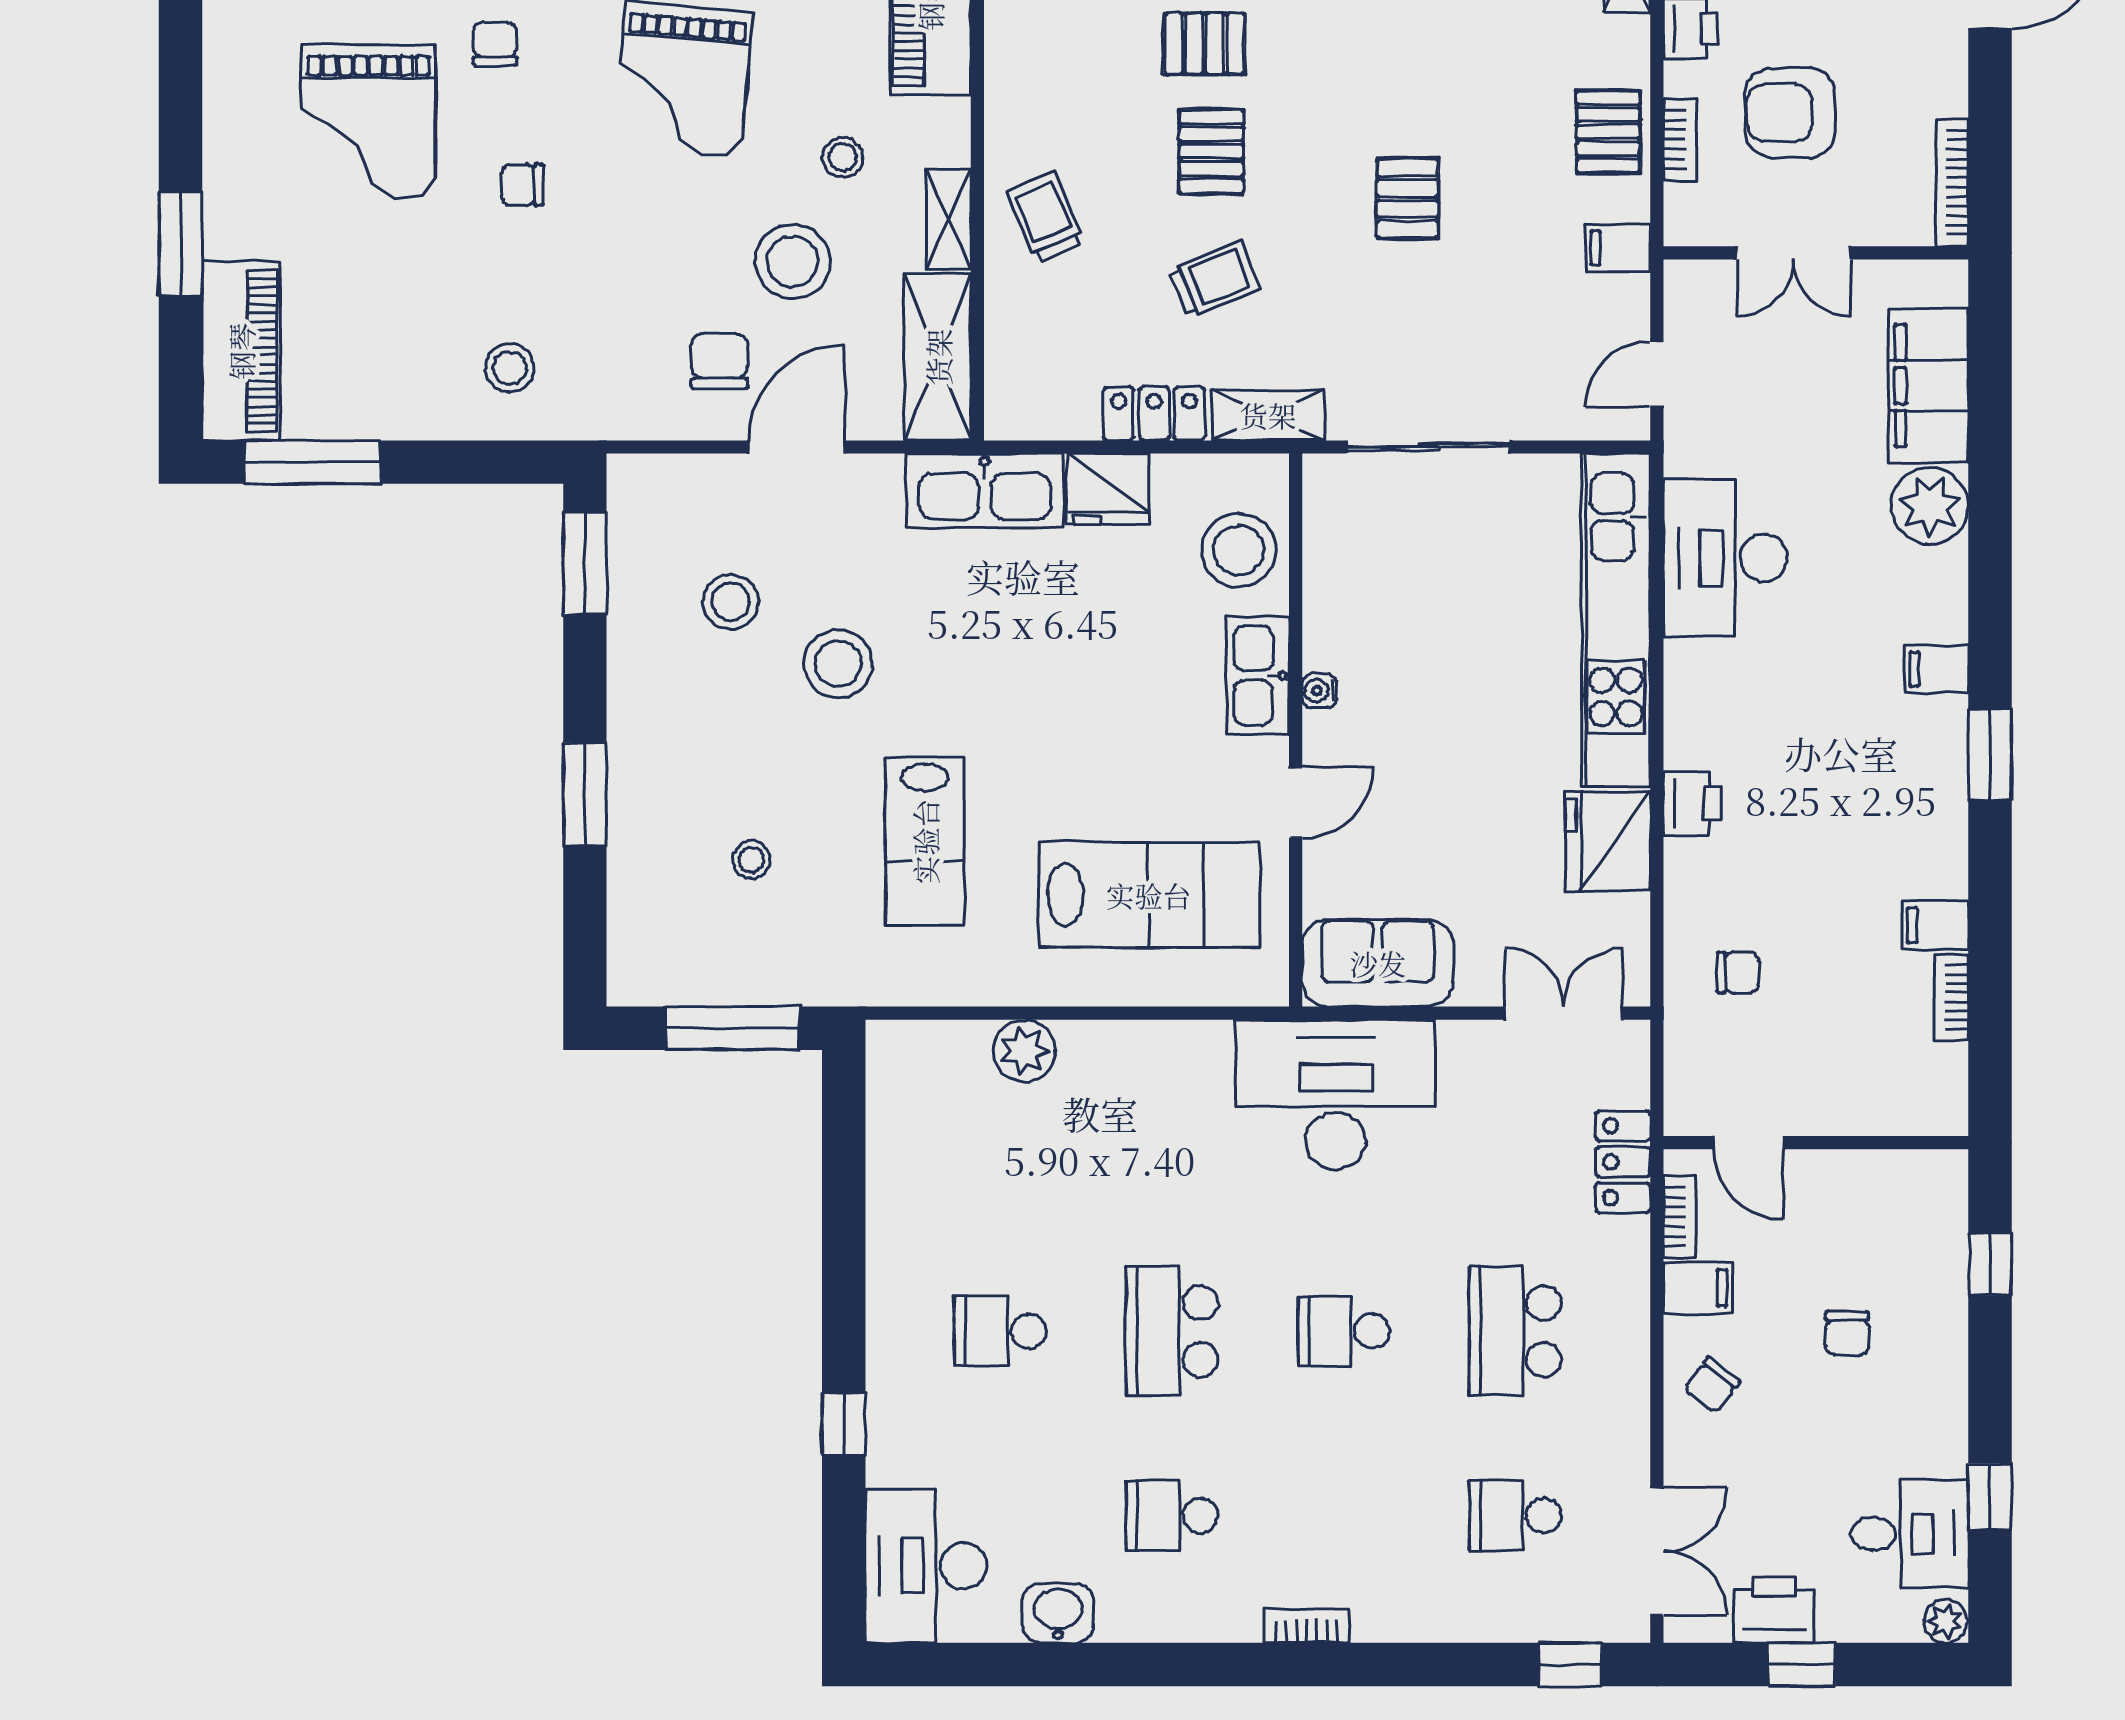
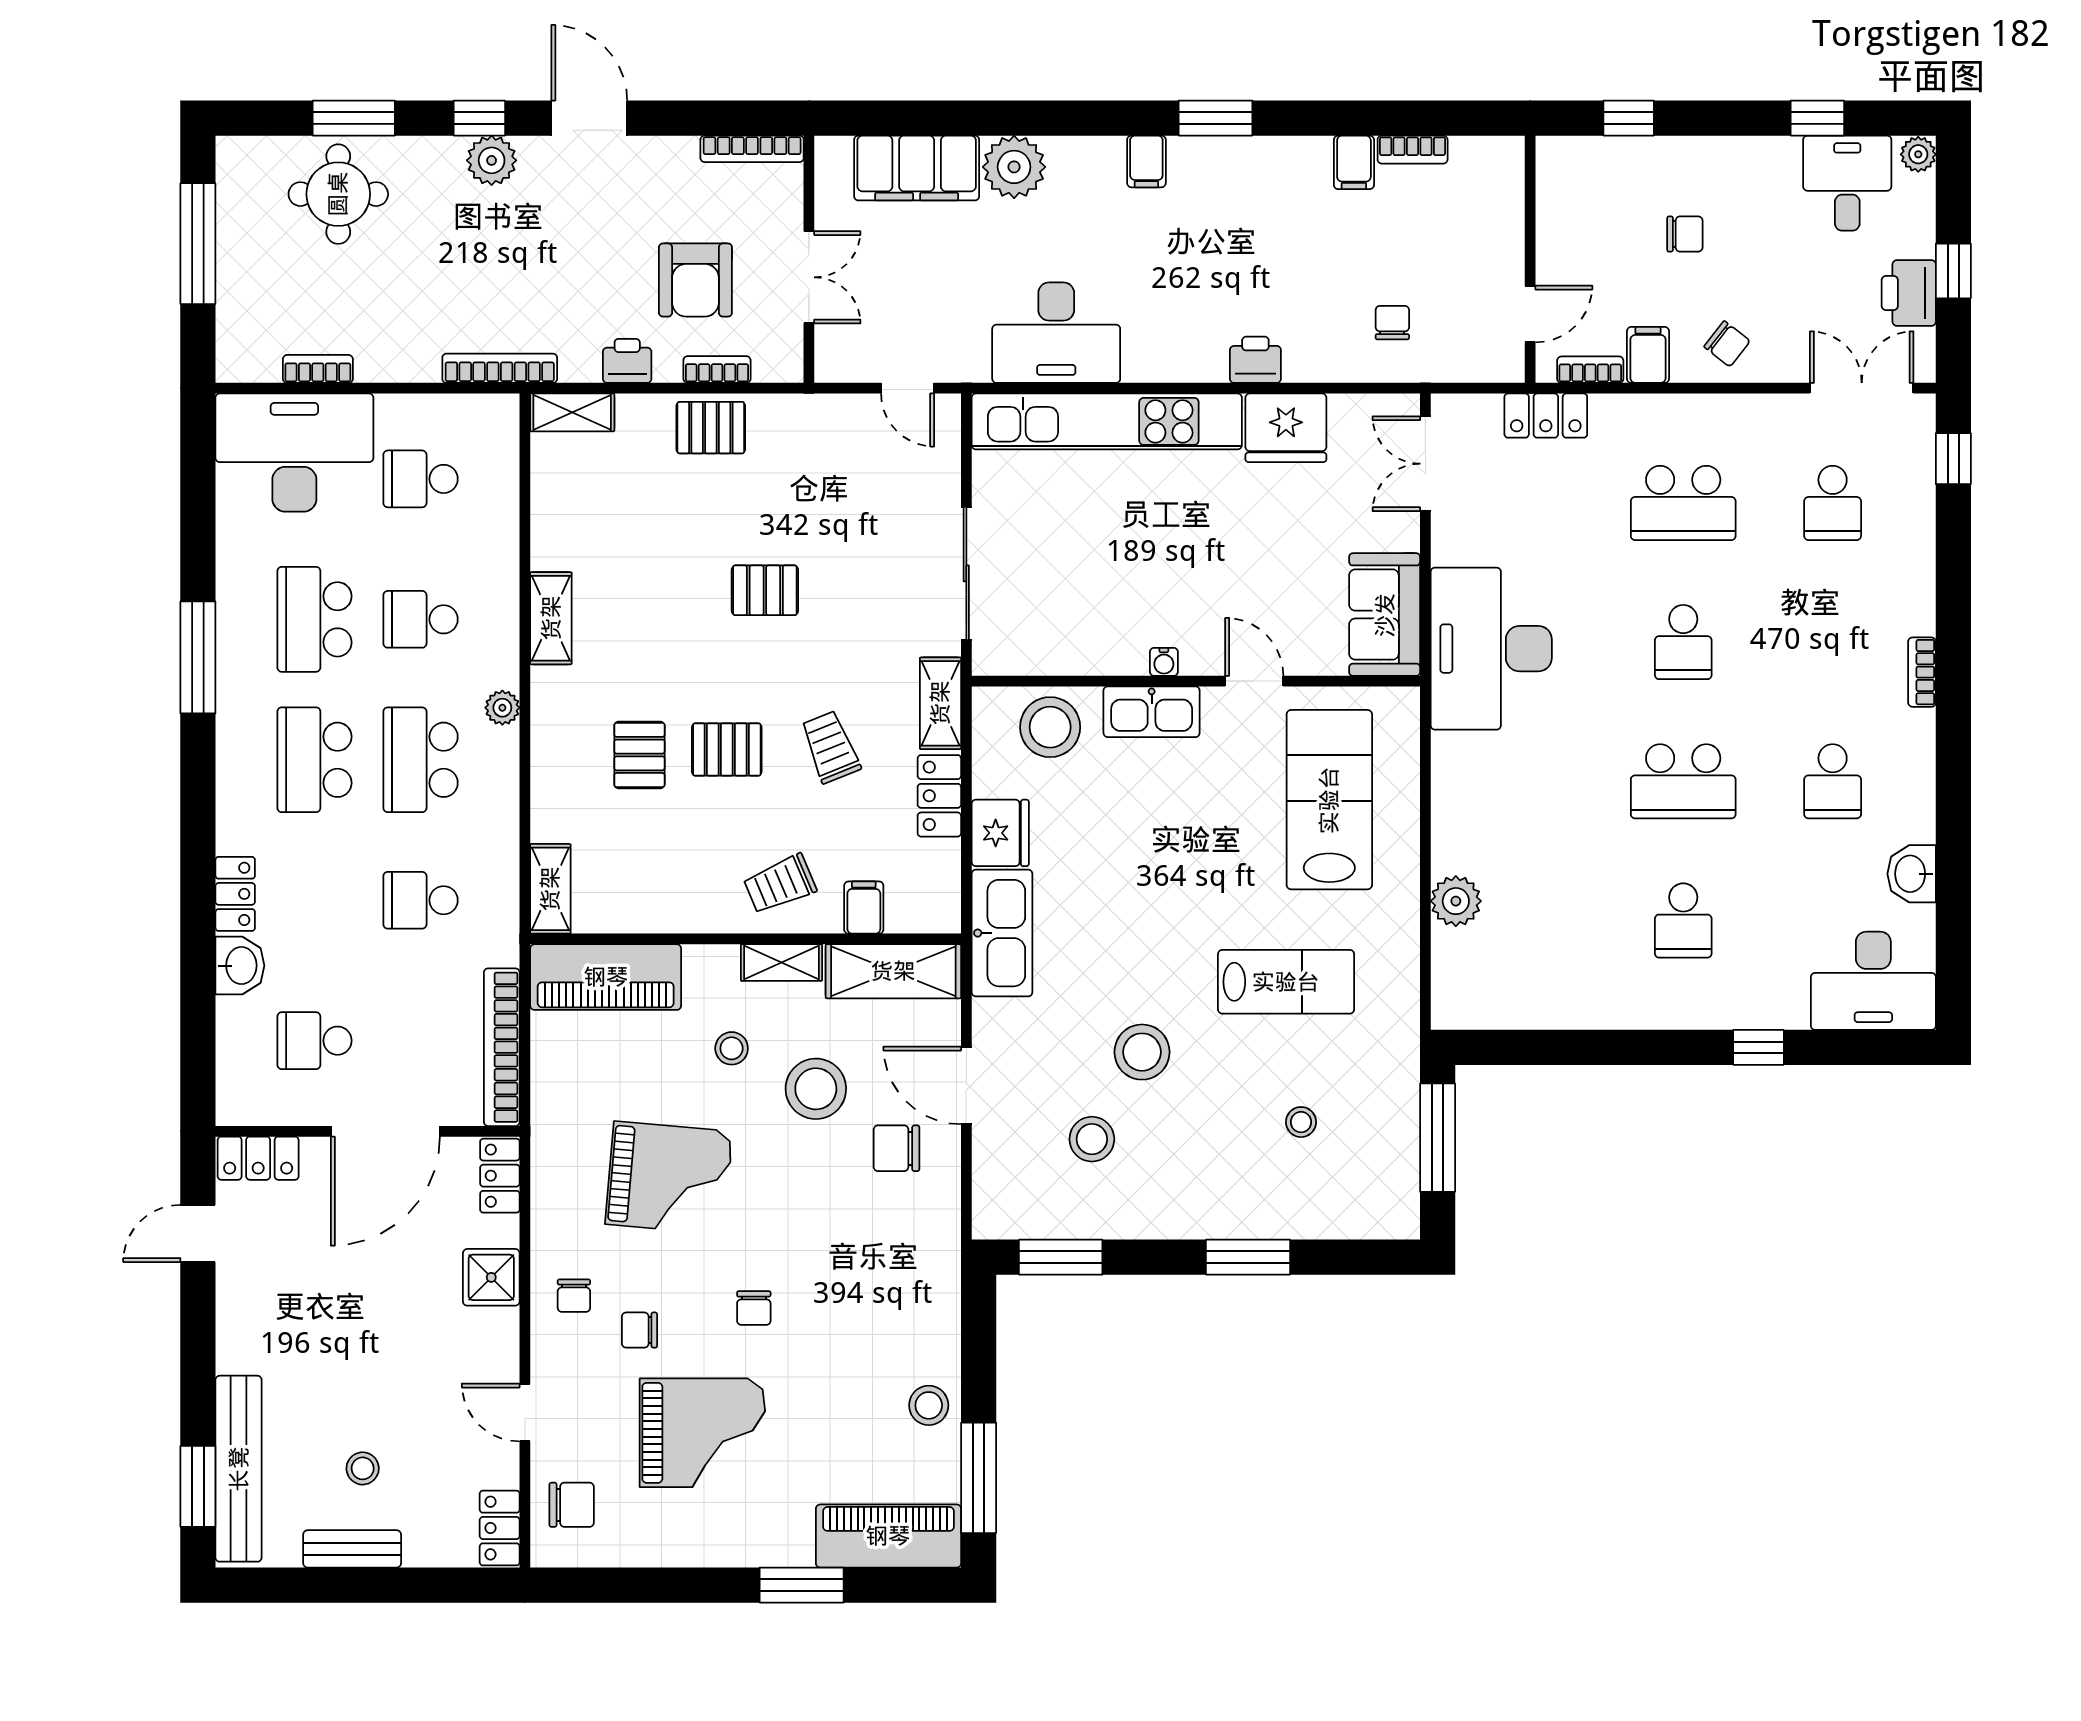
filing cabinet: (1618, 248) -> (864, 908), moved, turned 180
stool: (510, 368) -> (929, 1405), moved

